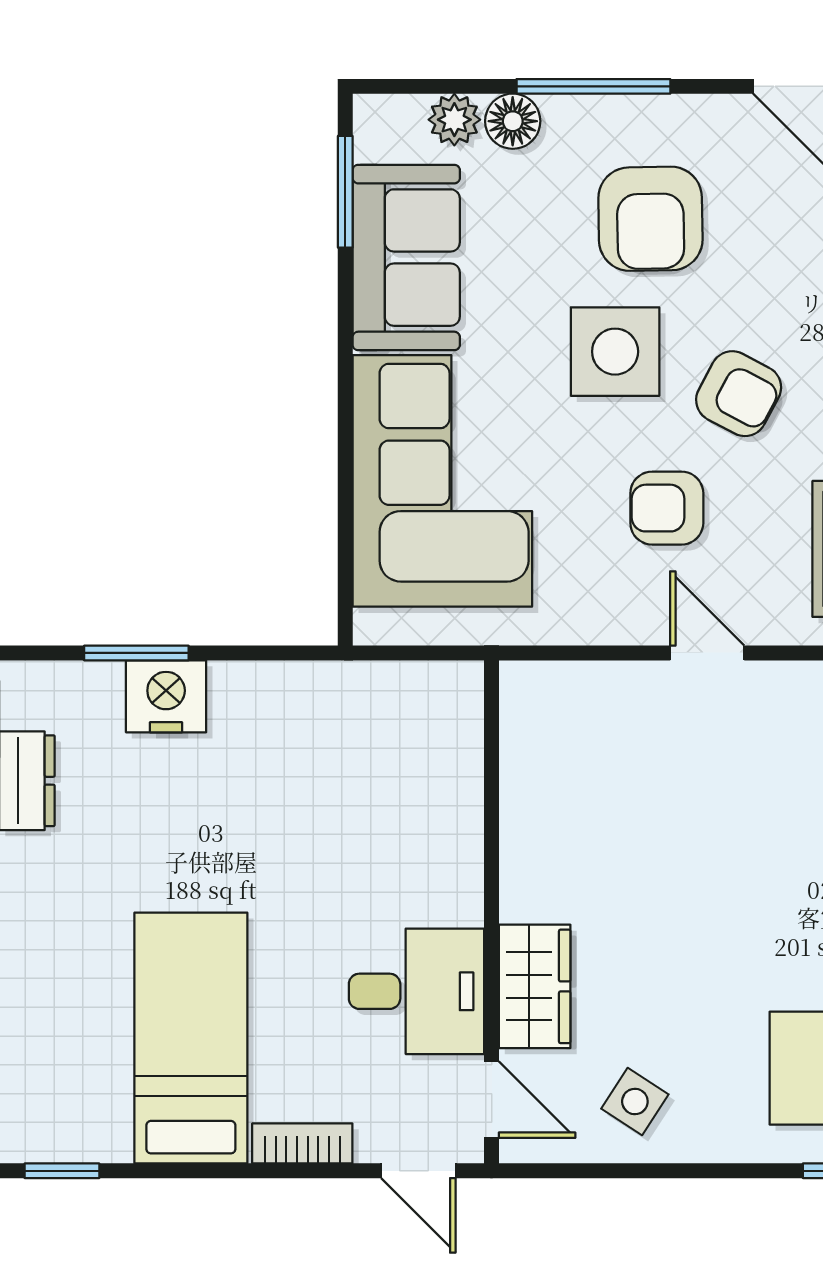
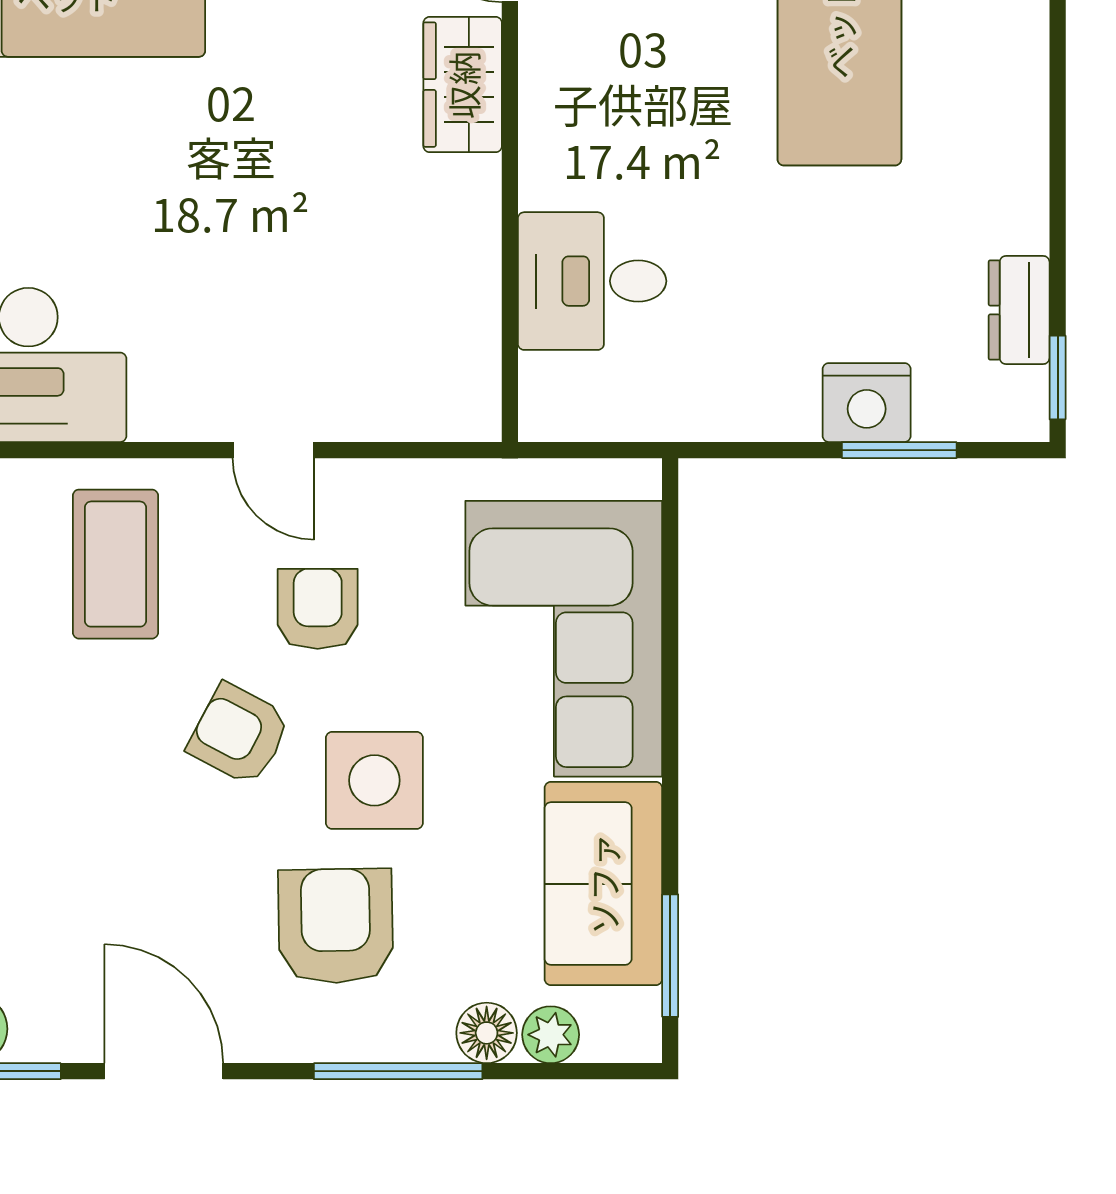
armchair: (667, 508) -> (318, 609), turned -90
desk: (417, 991) -> (592, 281), moved

